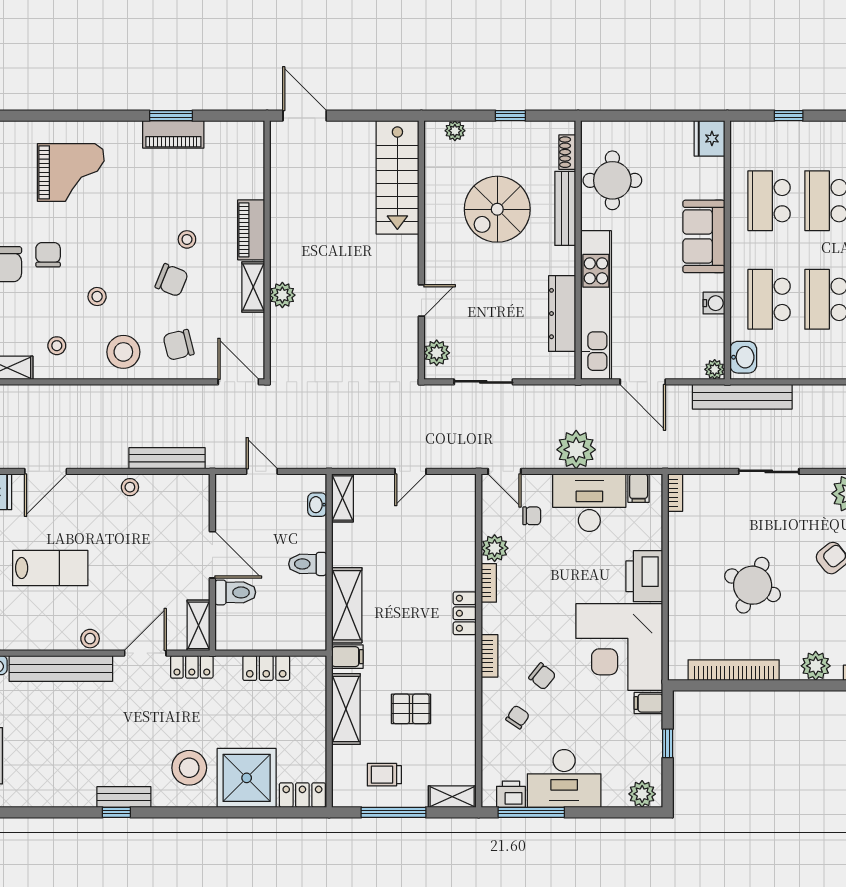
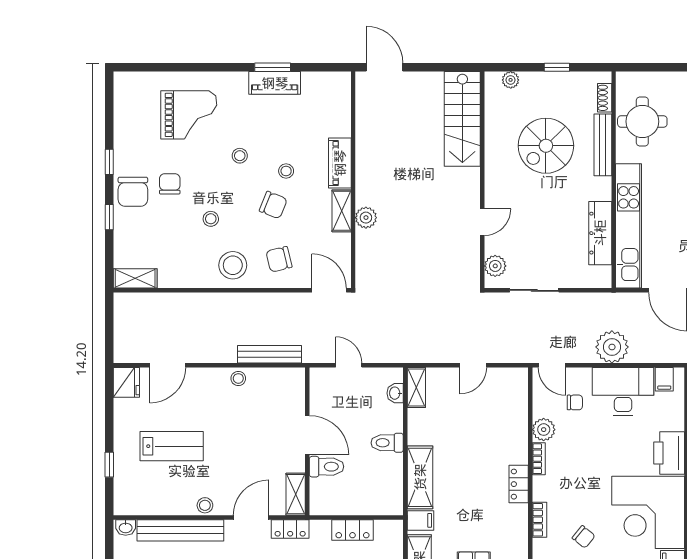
stool: (57, 346) -> (240, 156), moved

